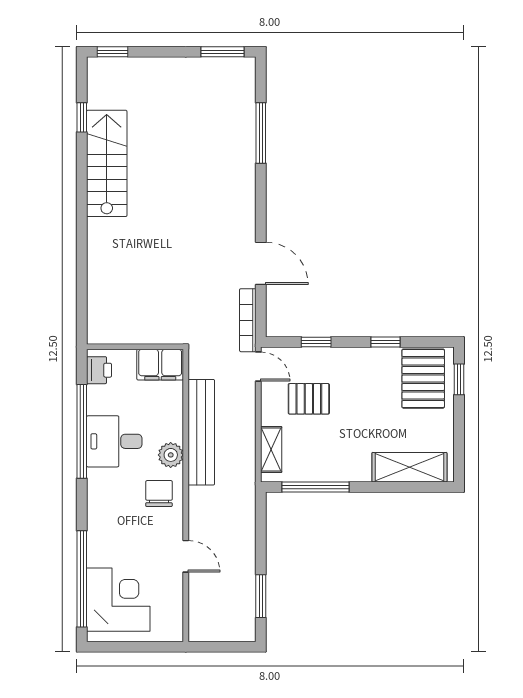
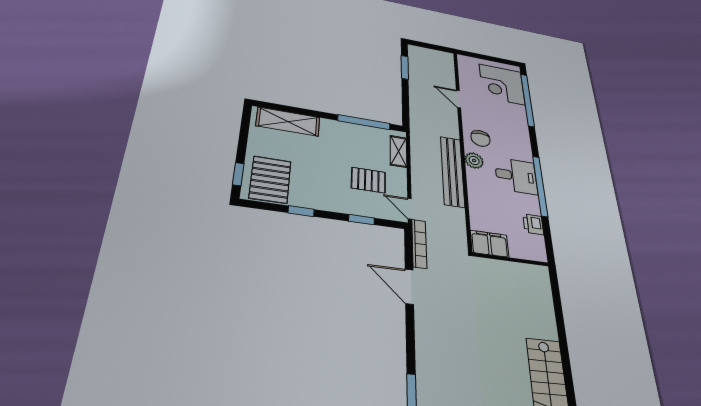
wall: (135, 347) -> (511, 259), moved
filing cabinet: (160, 365) -> (489, 244), moved

